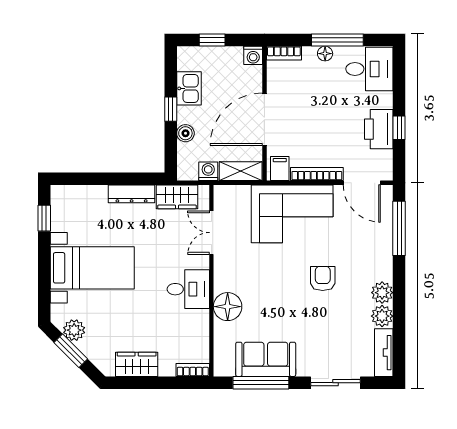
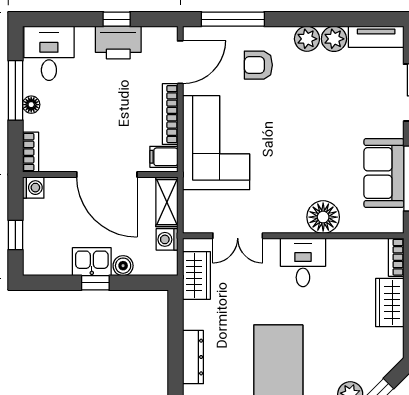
kitchen sink: (189, 88) -> (92, 262), moved
dresser: (132, 194) -> (193, 357), moved
armchair: (323, 278) -> (258, 65), moved
wardrobe: (137, 364) -> (390, 302), moved

